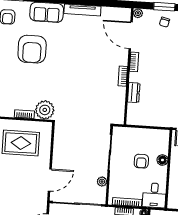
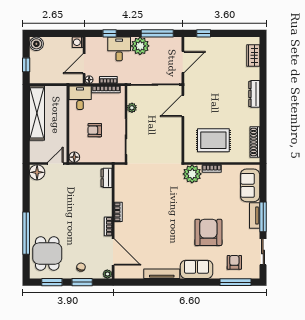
dresser: (134, 93) -> (107, 178), moved
floor lamp: (162, 160) -> (74, 157), moved
armchair: (141, 161) -> (95, 130), turned -90

